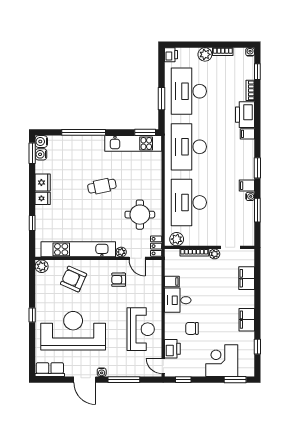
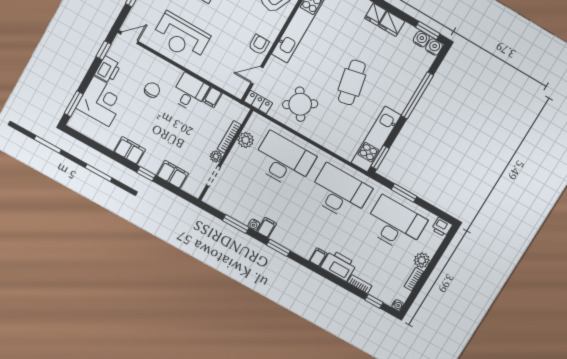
cafe table: (102, 186) -> (352, 82), width x1.37, depth x1.35
round table: (140, 215) -> (300, 104), turned -32
plant: (177, 239) -> (246, 140), moved
plant: (121, 252) -> (273, 63), removed
armchair: (119, 280) -> (259, 45), moved
window: (257, 347) -> (146, 174), moved
printer: (172, 349) -> (108, 70), moved, turned -90

